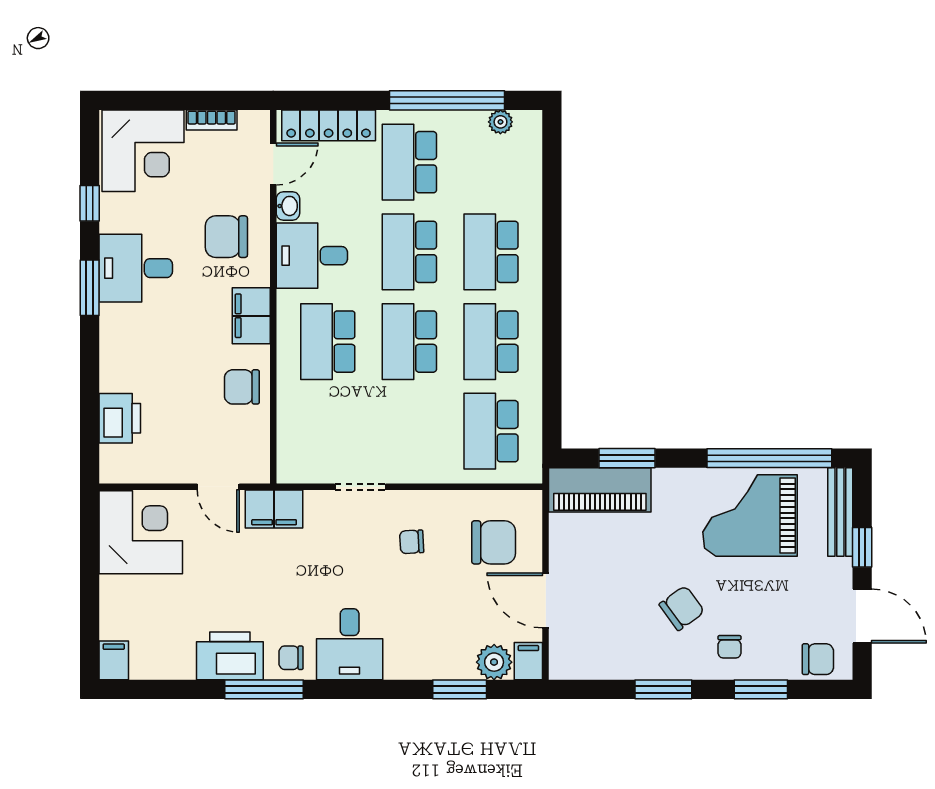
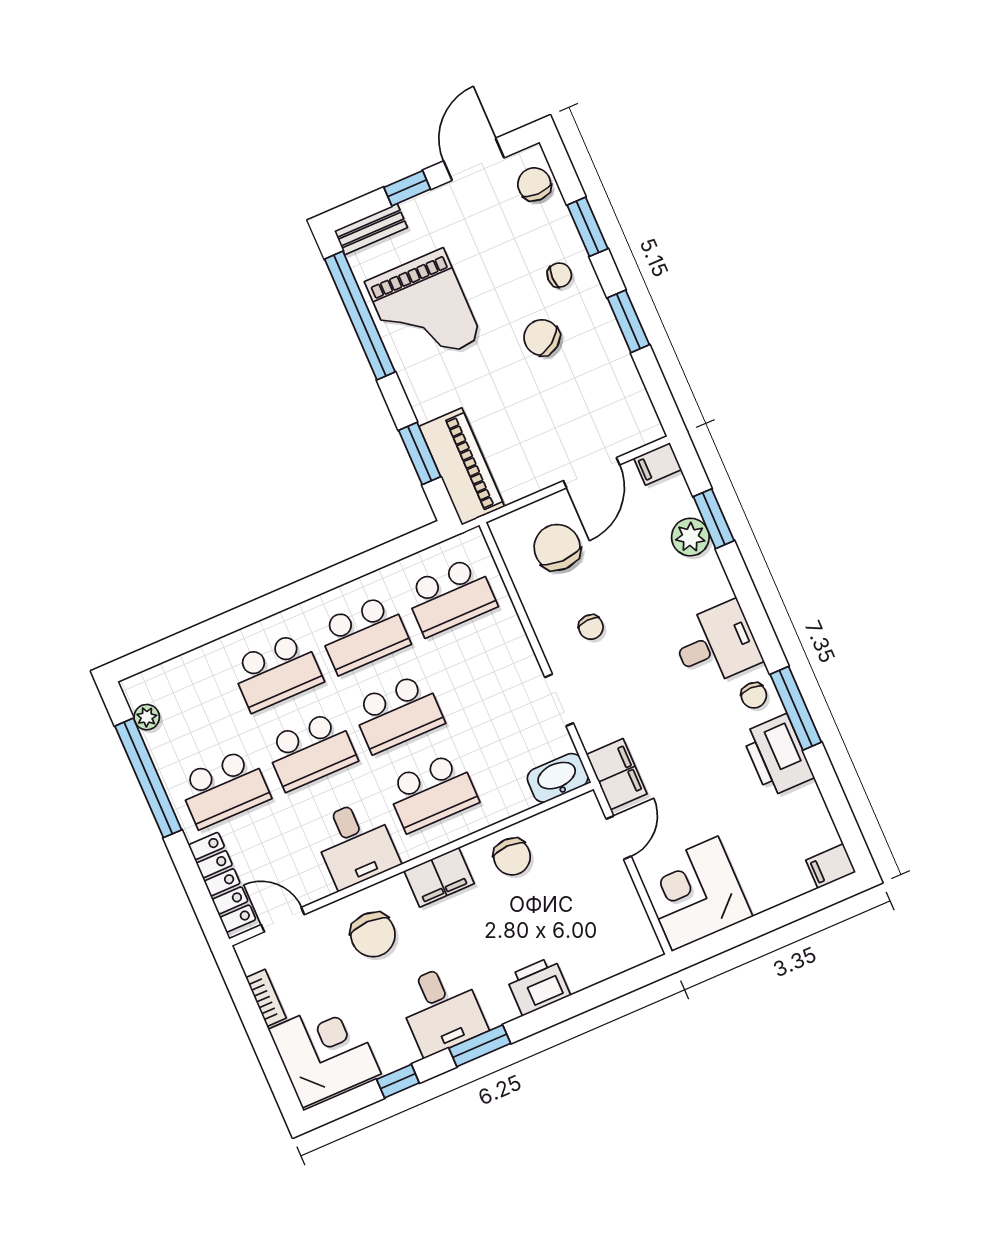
washbasin: (288, 206) -> (558, 778), moved, width x1.91, depth x1.45
printer: (120, 418) -> (538, 986), moved
bench: (840, 512) -> (371, 229), width x0.73
plant: (494, 662) -> (690, 537), moved

